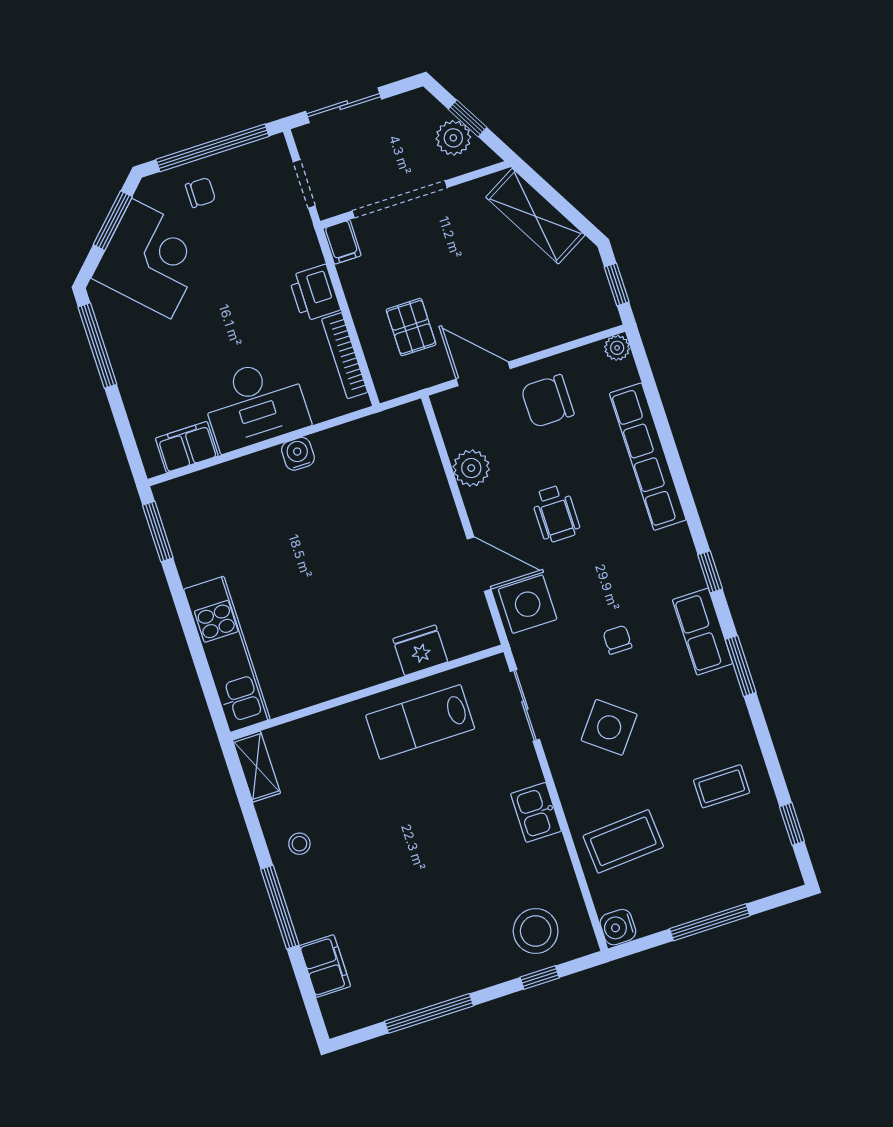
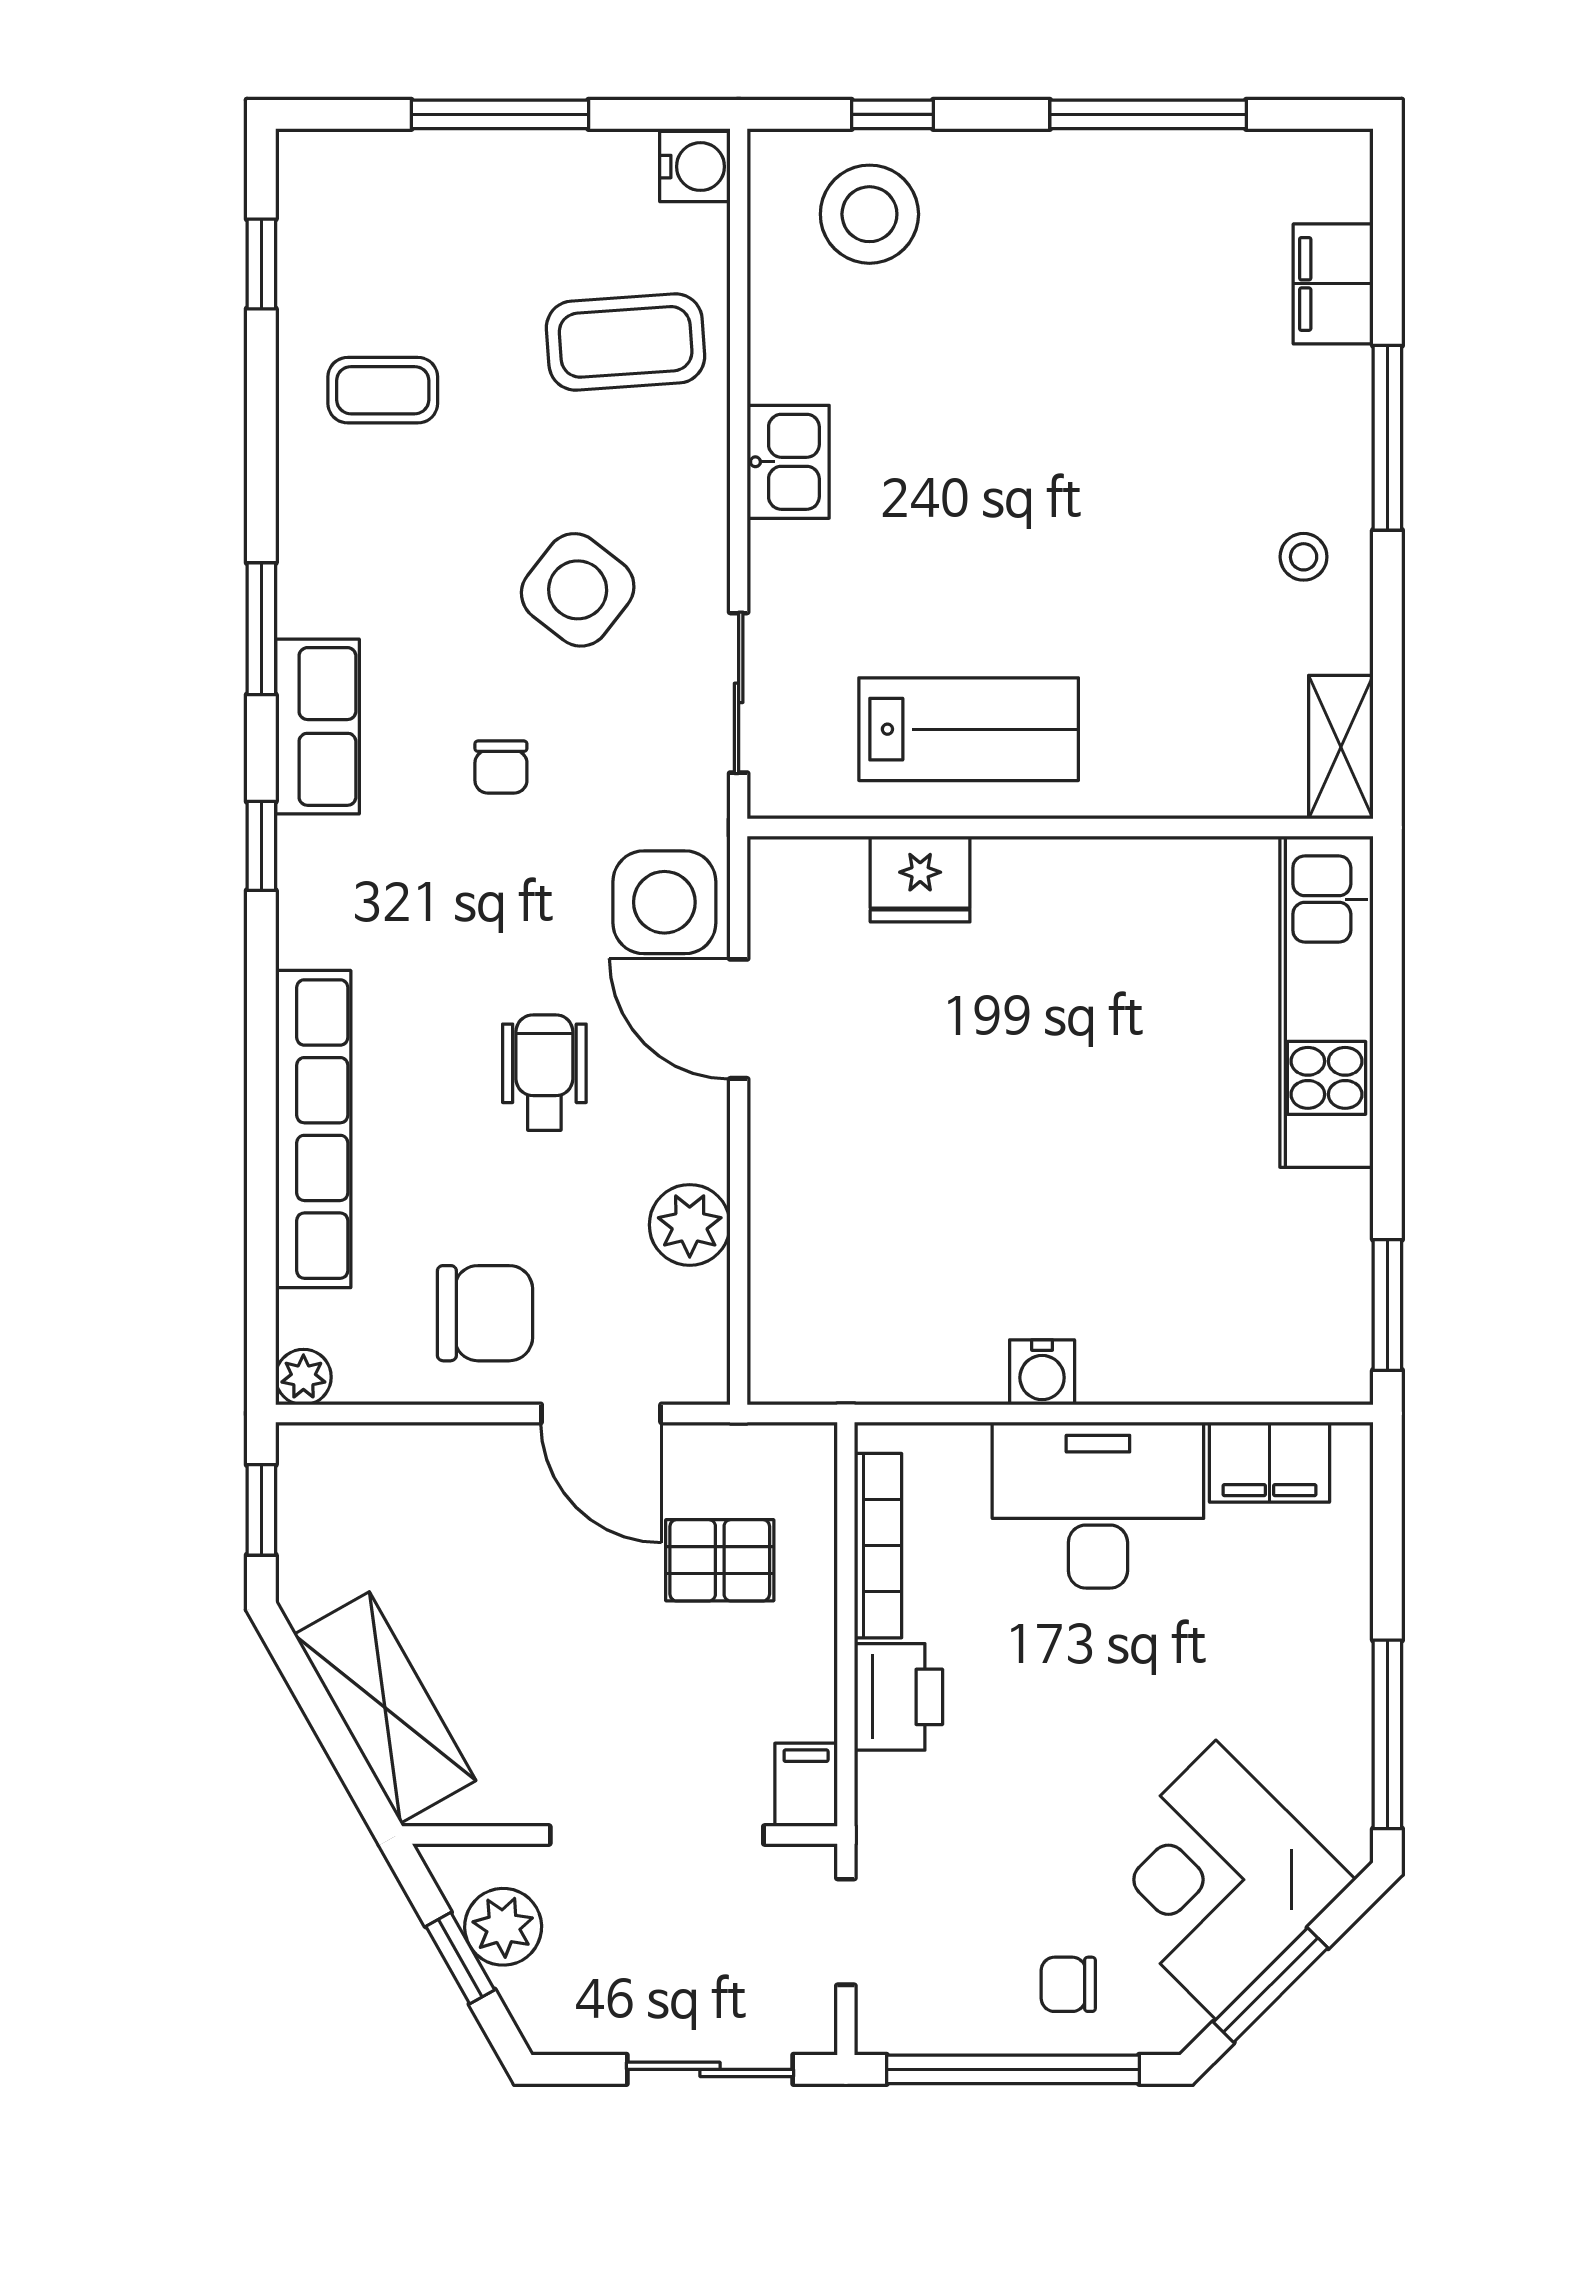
pallet: (411, 327) -> (720, 1560), turned 90

